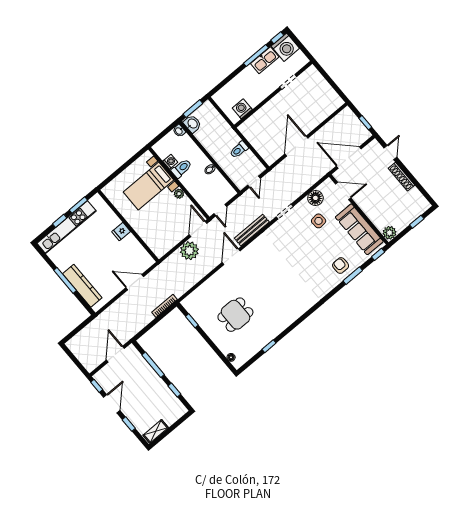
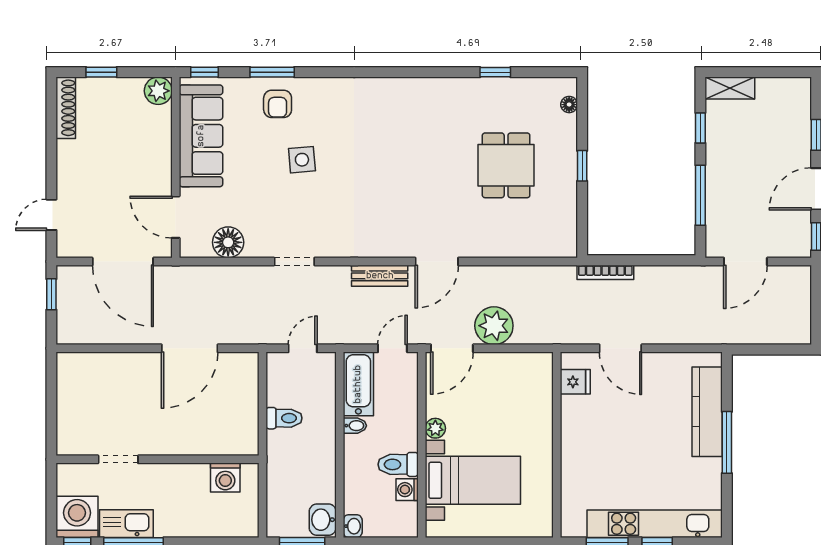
shoe rack: (402, 177) -> (66, 108), moved
bathtub: (222, 186) -> (358, 384), added
side table: (319, 221) -> (302, 160), moved
bench: (252, 230) -> (380, 276), width x0.73
fridge: (121, 232) -> (575, 382), moved
dining table: (235, 315) -> (506, 165), turned 90
window: (192, 321) -> (582, 166), moved
shelving: (156, 431) -> (730, 88), moved

